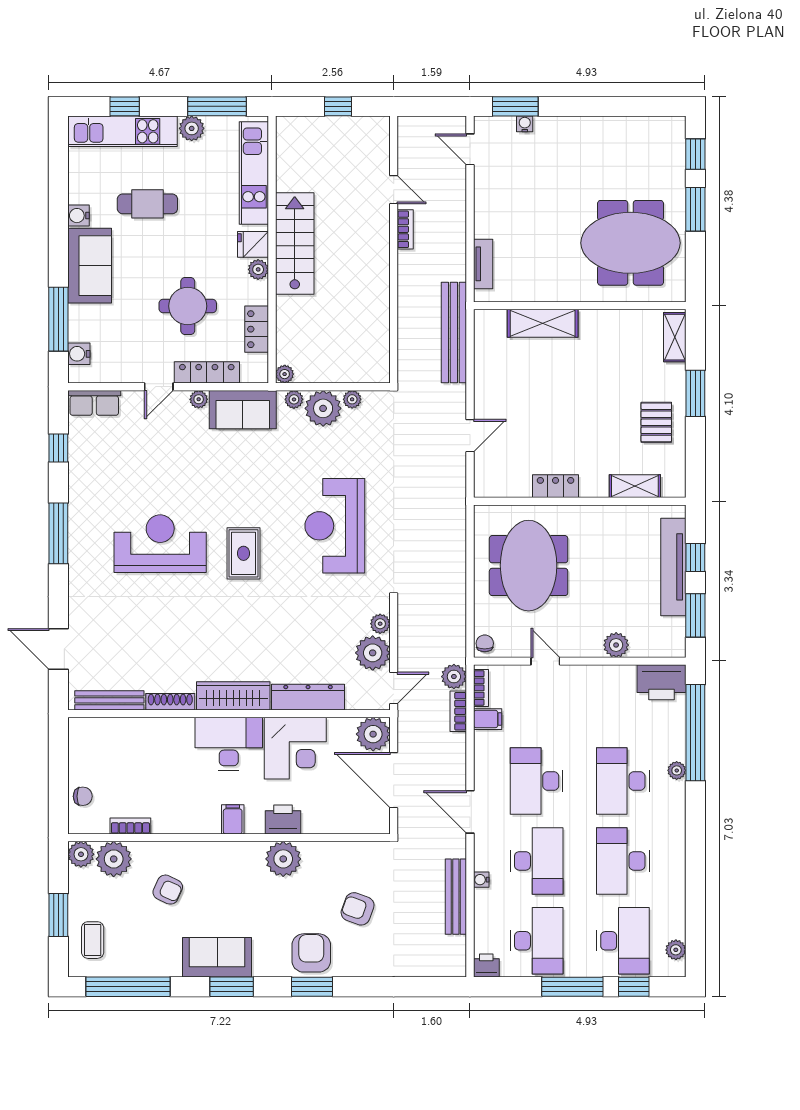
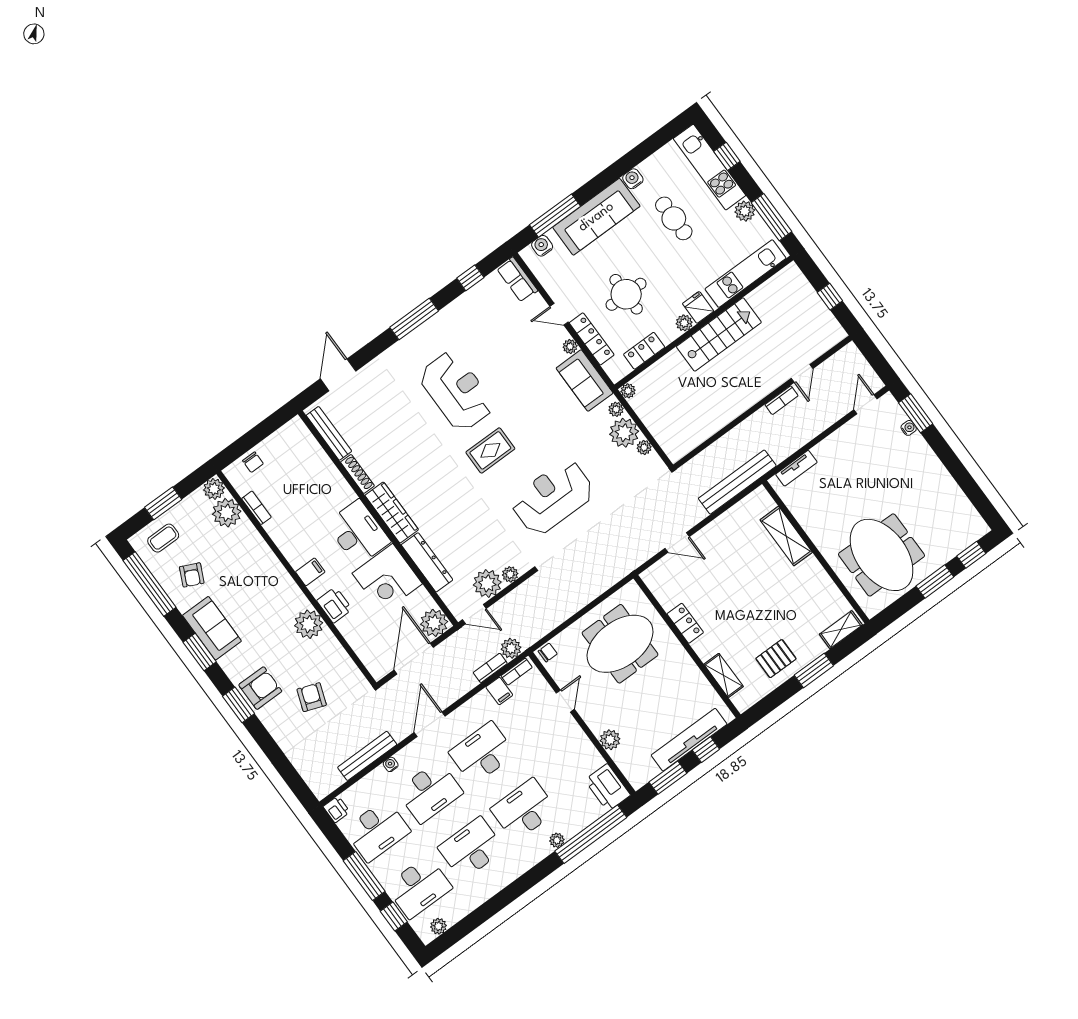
sofa: (90, 266) -> (596, 217), width x1.36
armchair: (168, 890) -> (192, 575), moved

